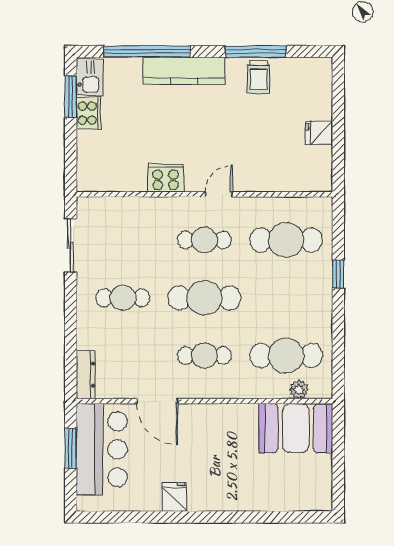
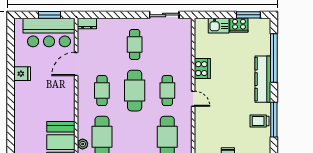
kitchen sink: (89, 77) -> (219, 26), moved
dresser: (86, 375) -> (87, 23), width x0.70

